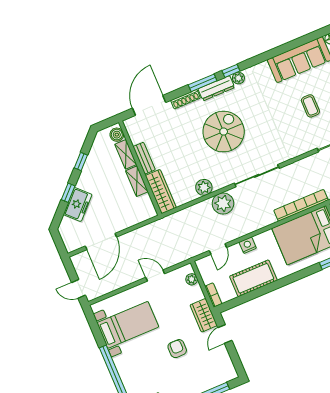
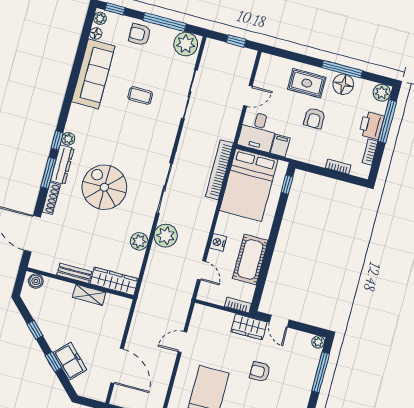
shelving: (126, 154) -> (59, 287), removed
plant: (192, 279) -> (318, 342), moved

